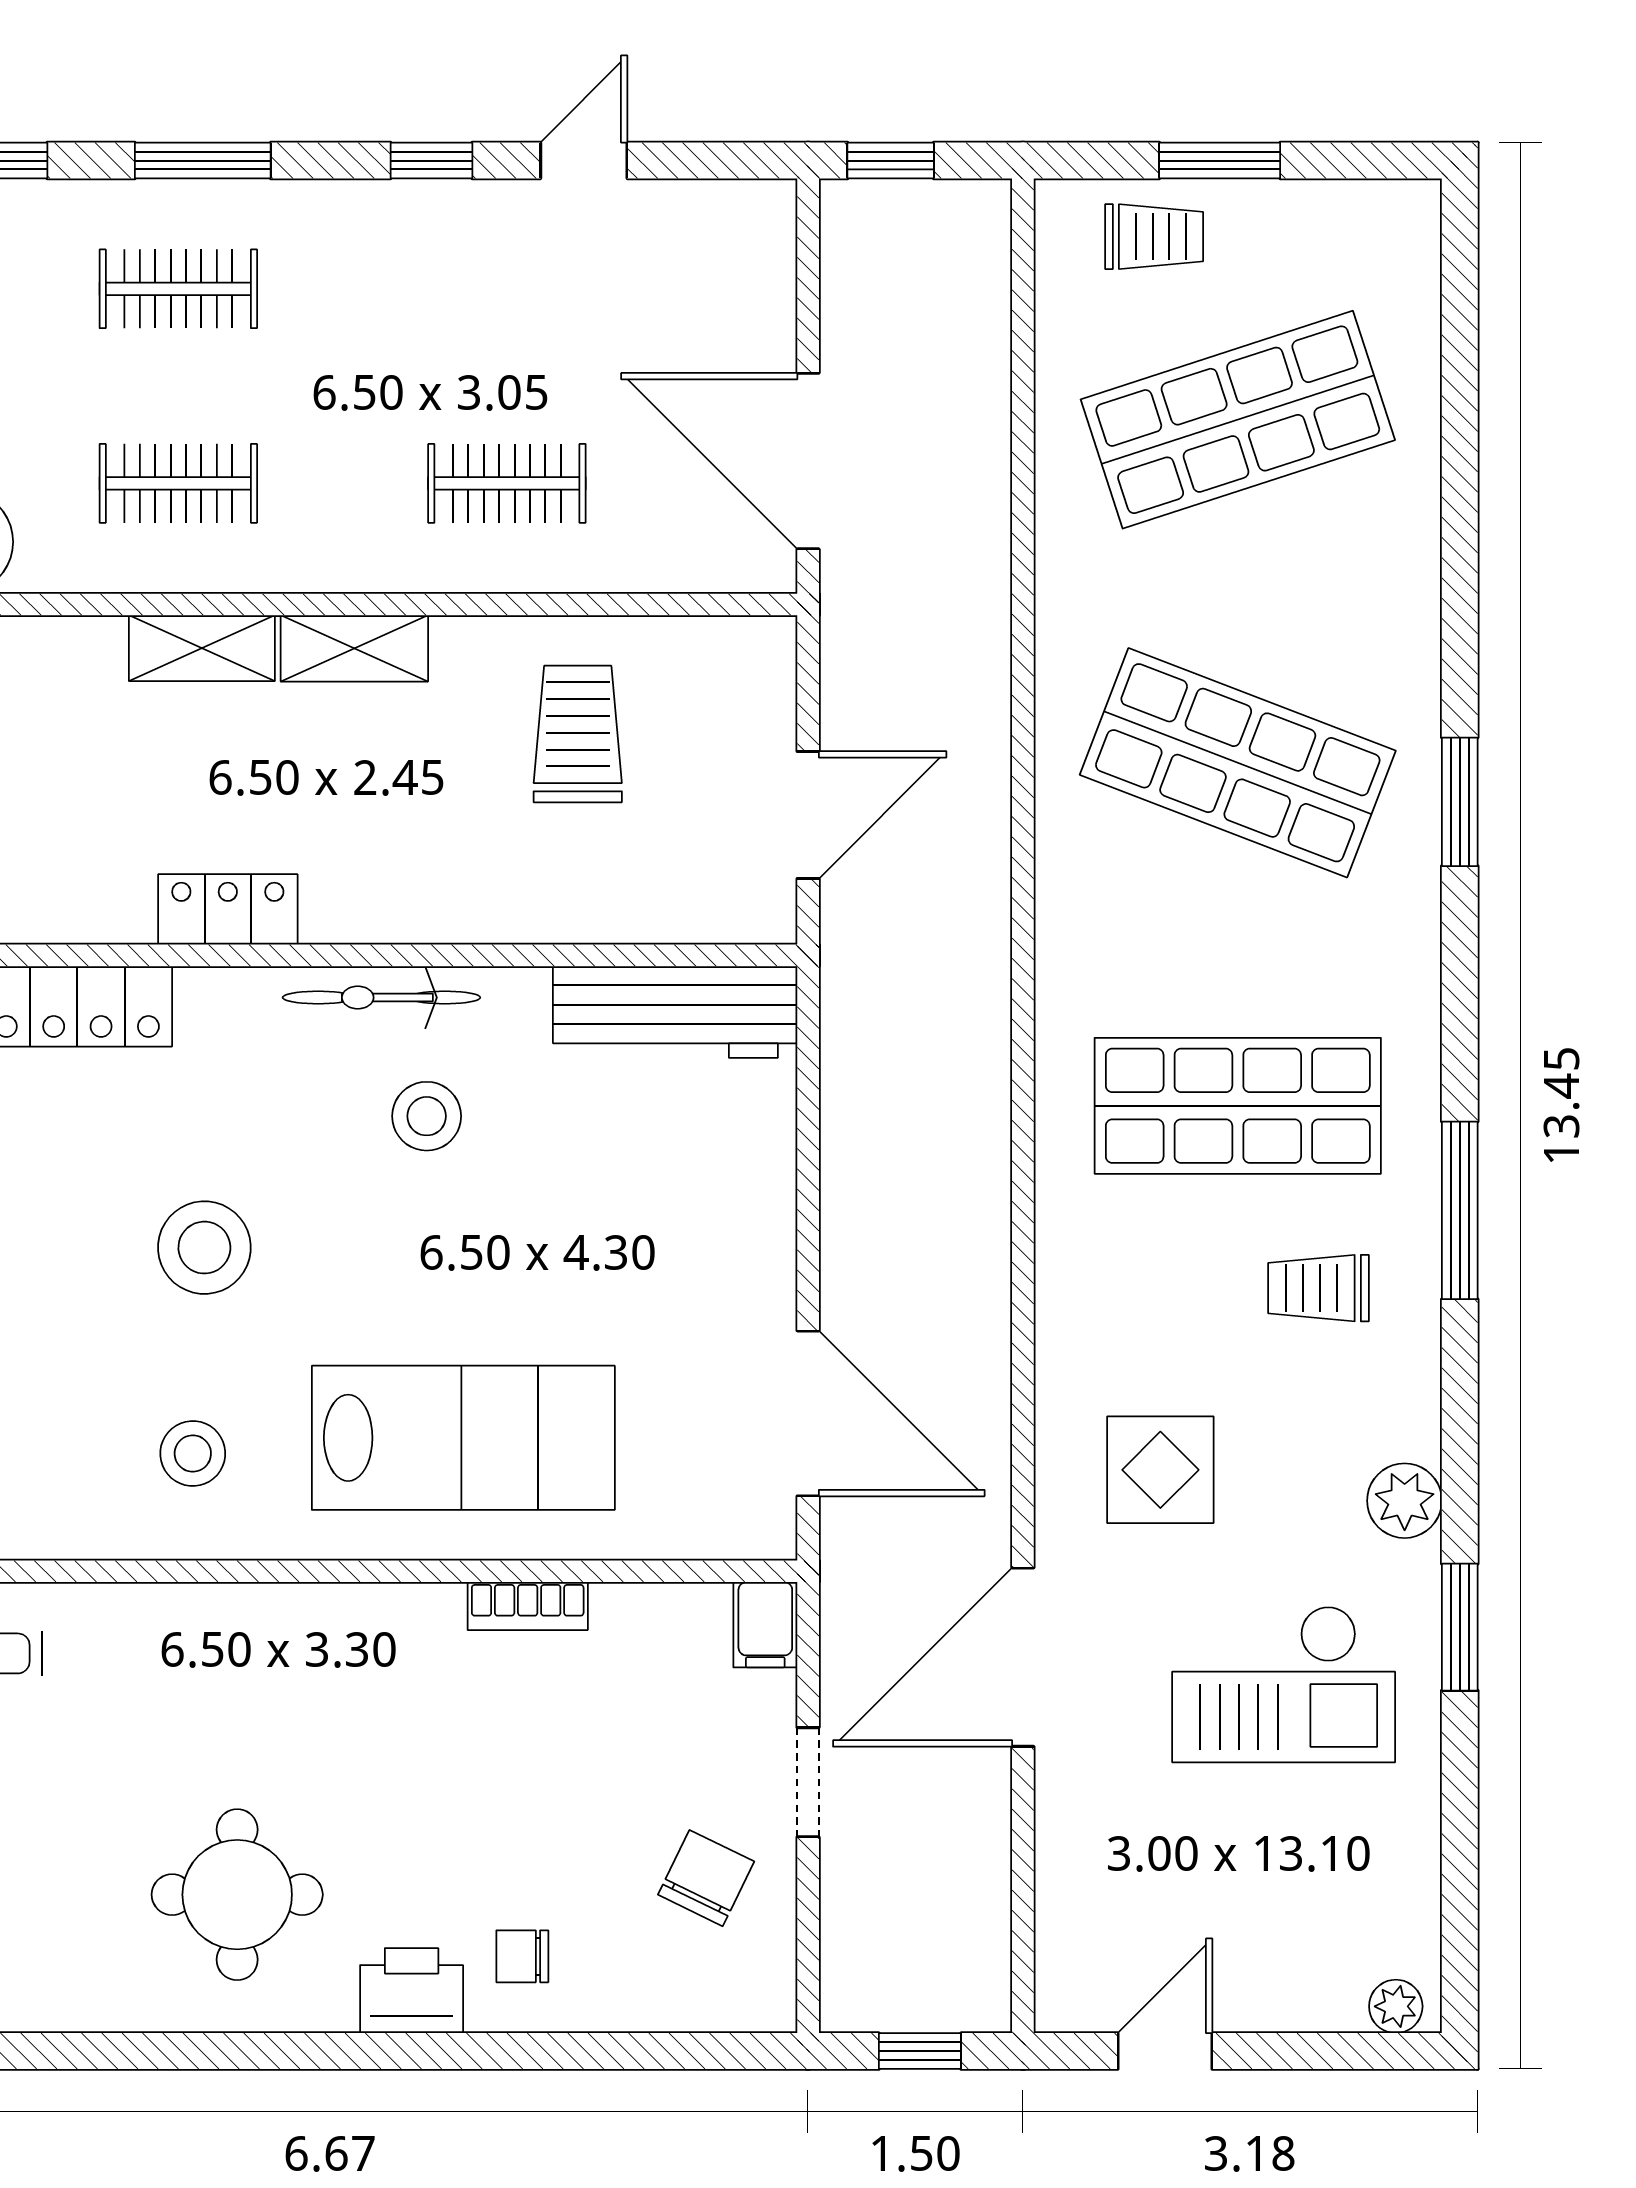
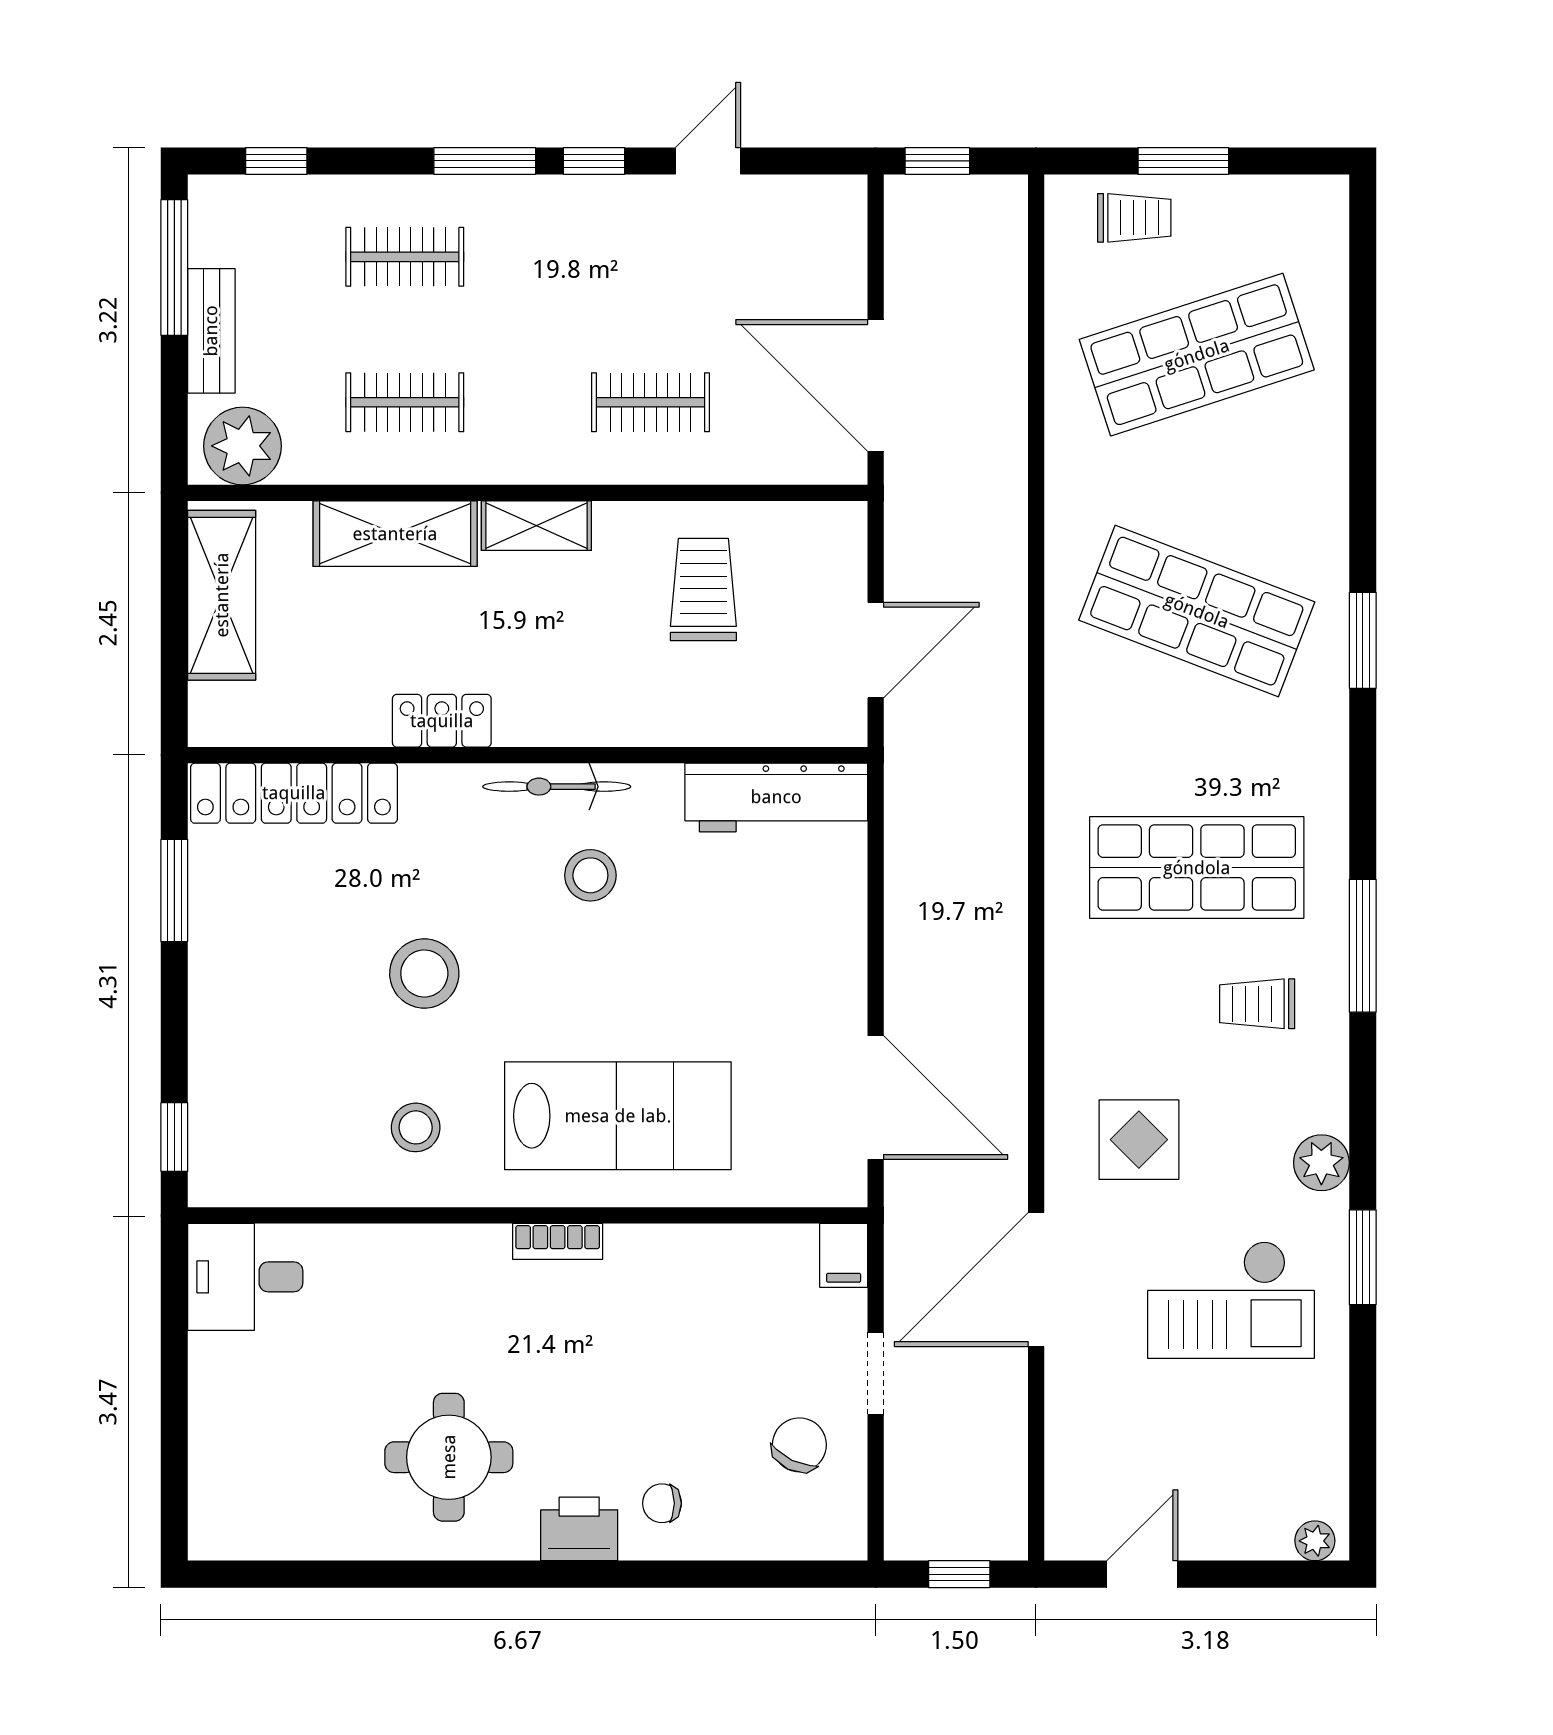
window: (203, 161) -> (485, 161), moved
shelving: (202, 648) -> (395, 534), width x1.50, depth x1.33
bookcase: (528, 1606) -> (558, 1241), moved

